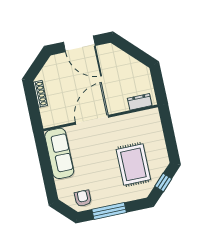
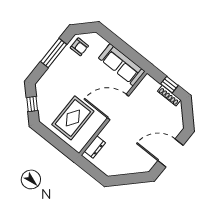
window: (32, 103) -> (169, 85), added
door: (92, 120) -> (118, 107), swing flipped
rug: (133, 164) -> (73, 118), moved, turned 90

